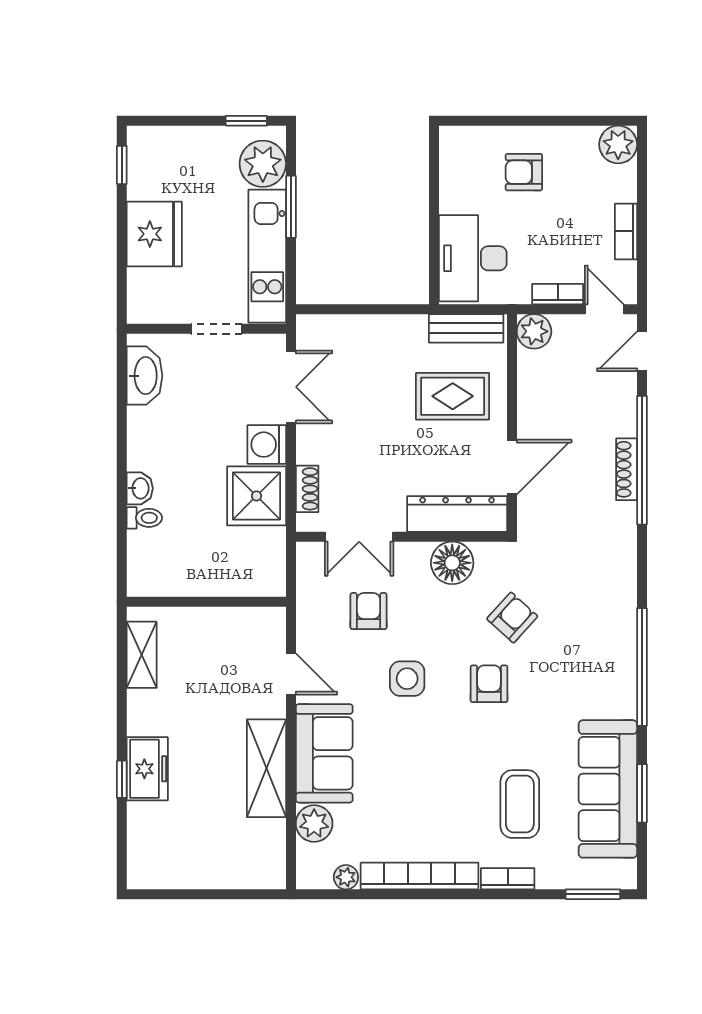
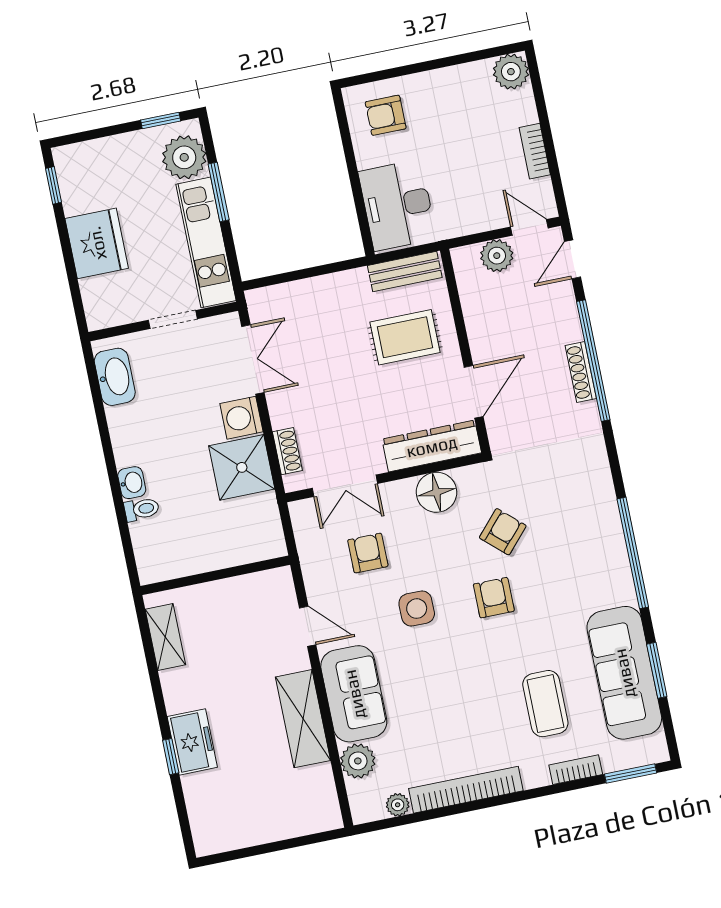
armchair: (524, 172) -> (386, 115), moved
bookcase: (558, 294) -> (483, 222), removed
plant: (534, 331) -> (497, 256), moved
bookcase: (508, 879) -> (576, 770), moved

